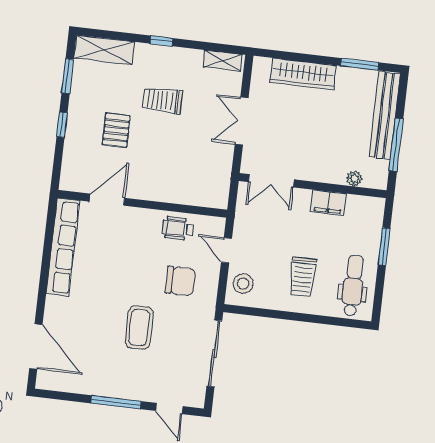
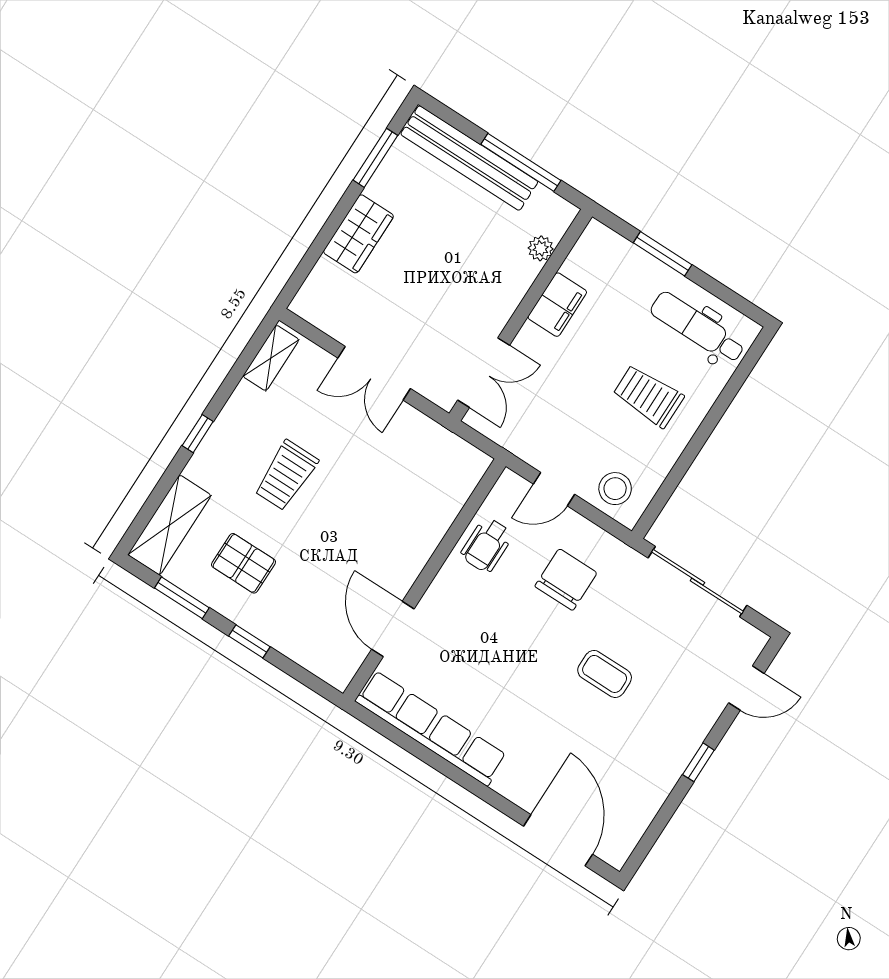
wardrobe: (303, 74) -> (358, 234), width x0.67
pallet: (116, 130) -> (244, 563), moved
trolley: (303, 277) -> (648, 396), turned 180
coffee table: (139, 327) -> (605, 674), width x0.73, depth x0.77
door: (36, 346) -> (558, 840), hinge flipped
window: (116, 402) -> (698, 762), width x0.46

